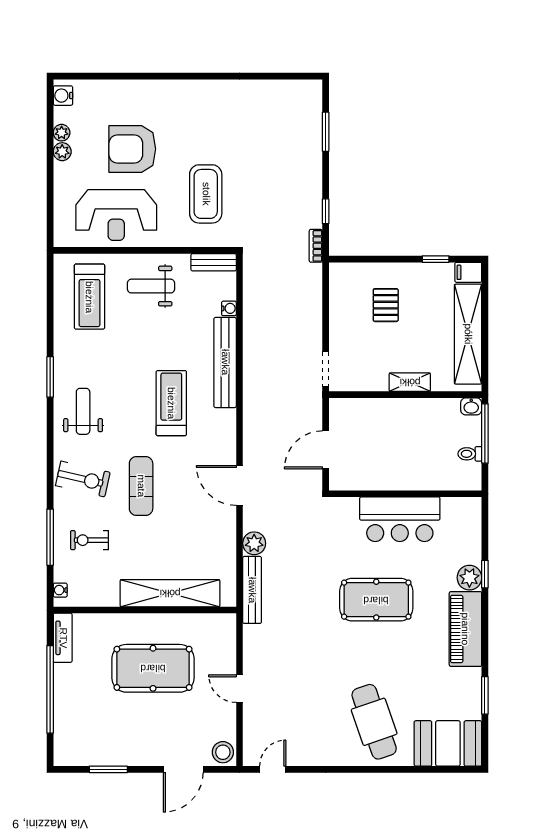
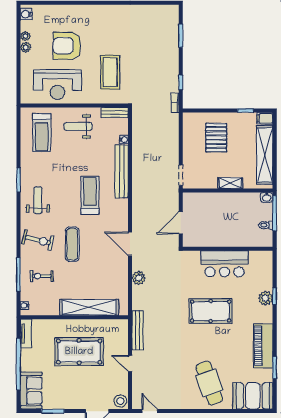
pallet: (386, 305) -> (216, 138), width x1.50, depth x1.42
bench: (252, 590) -> (138, 330), moved
piano: (465, 629) -> (263, 346), moved
sofa: (72, 734) -> (31, 391), added
door: (273, 769) -> (150, 411), hinge flipped

